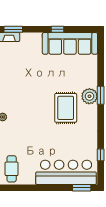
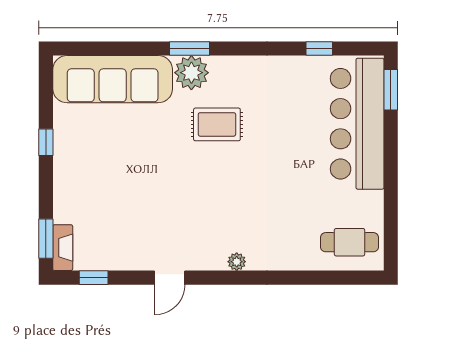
sofa: (70, 43) -> (113, 79), moved, turned 90
rug: (66, 108) -> (217, 124), width x0.73, depth x0.70

